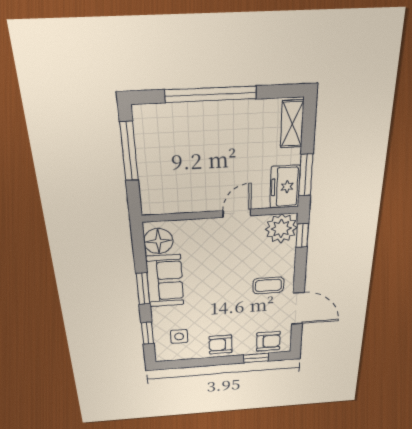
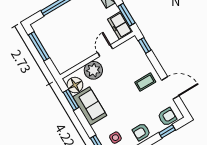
plant: (281, 228) -> (93, 70), moved
window: (143, 289) -> (71, 100), moved

